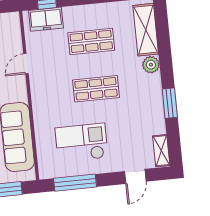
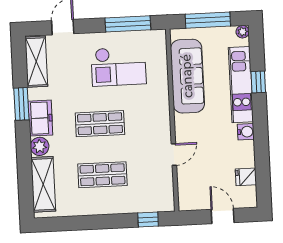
freezer: (46, 19) -> (40, 118), moved, turned 90
shelving: (161, 151) -> (36, 62), width x1.50, depth x1.33

